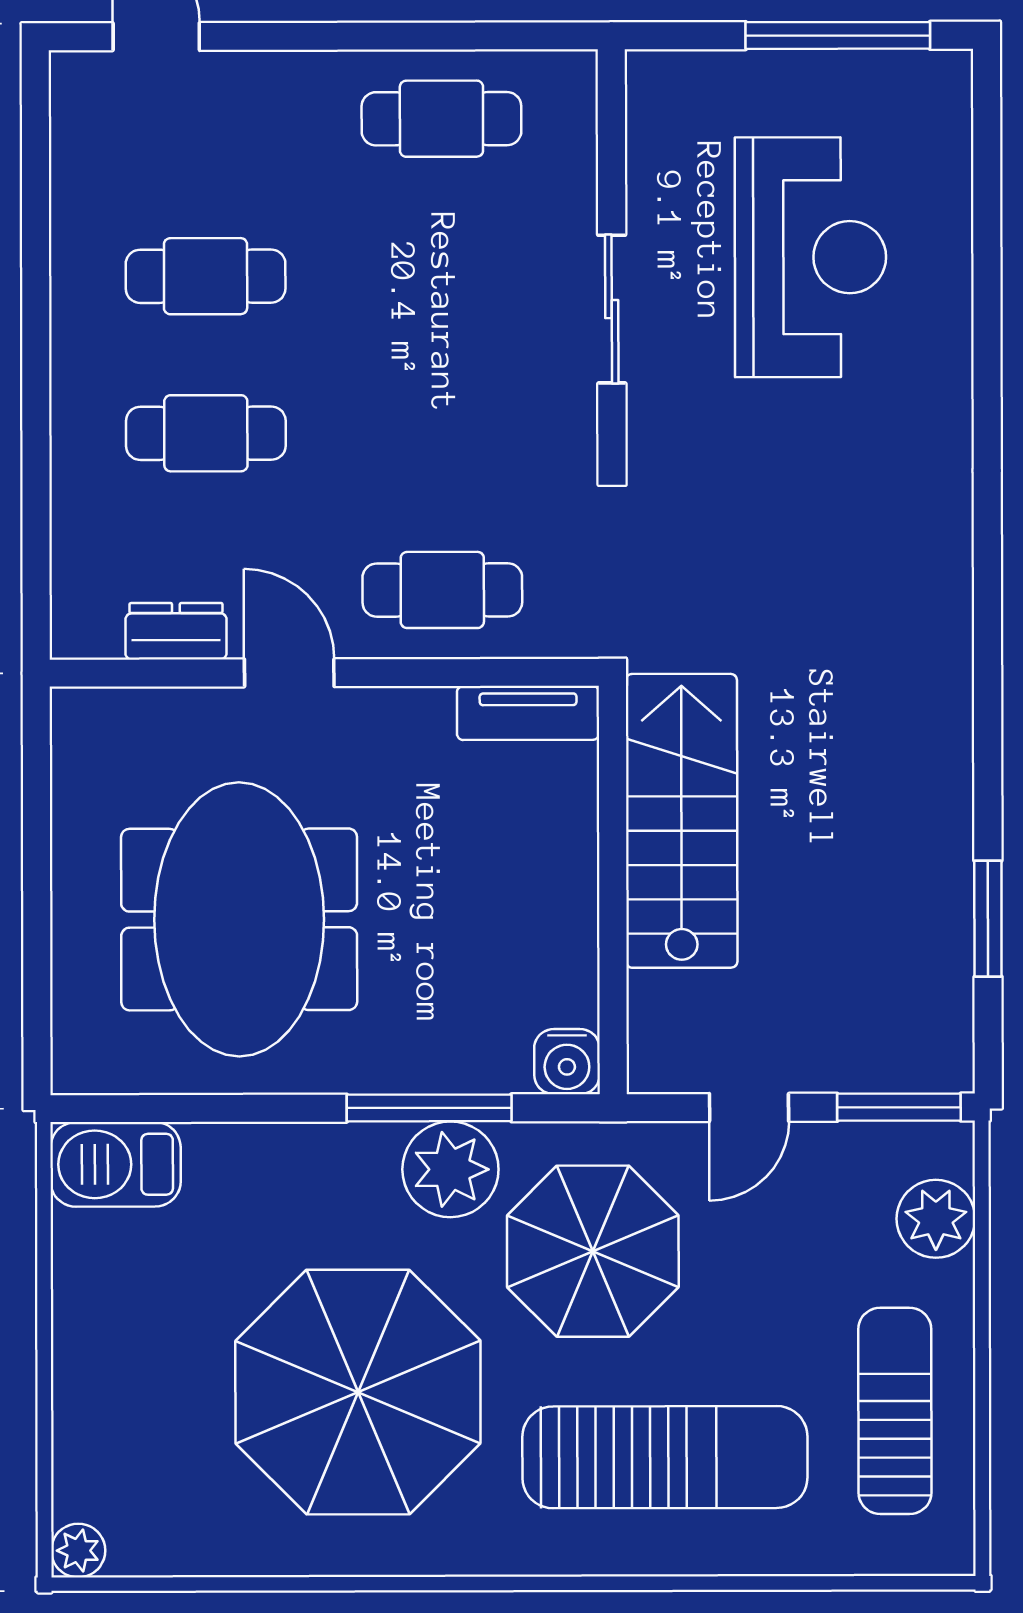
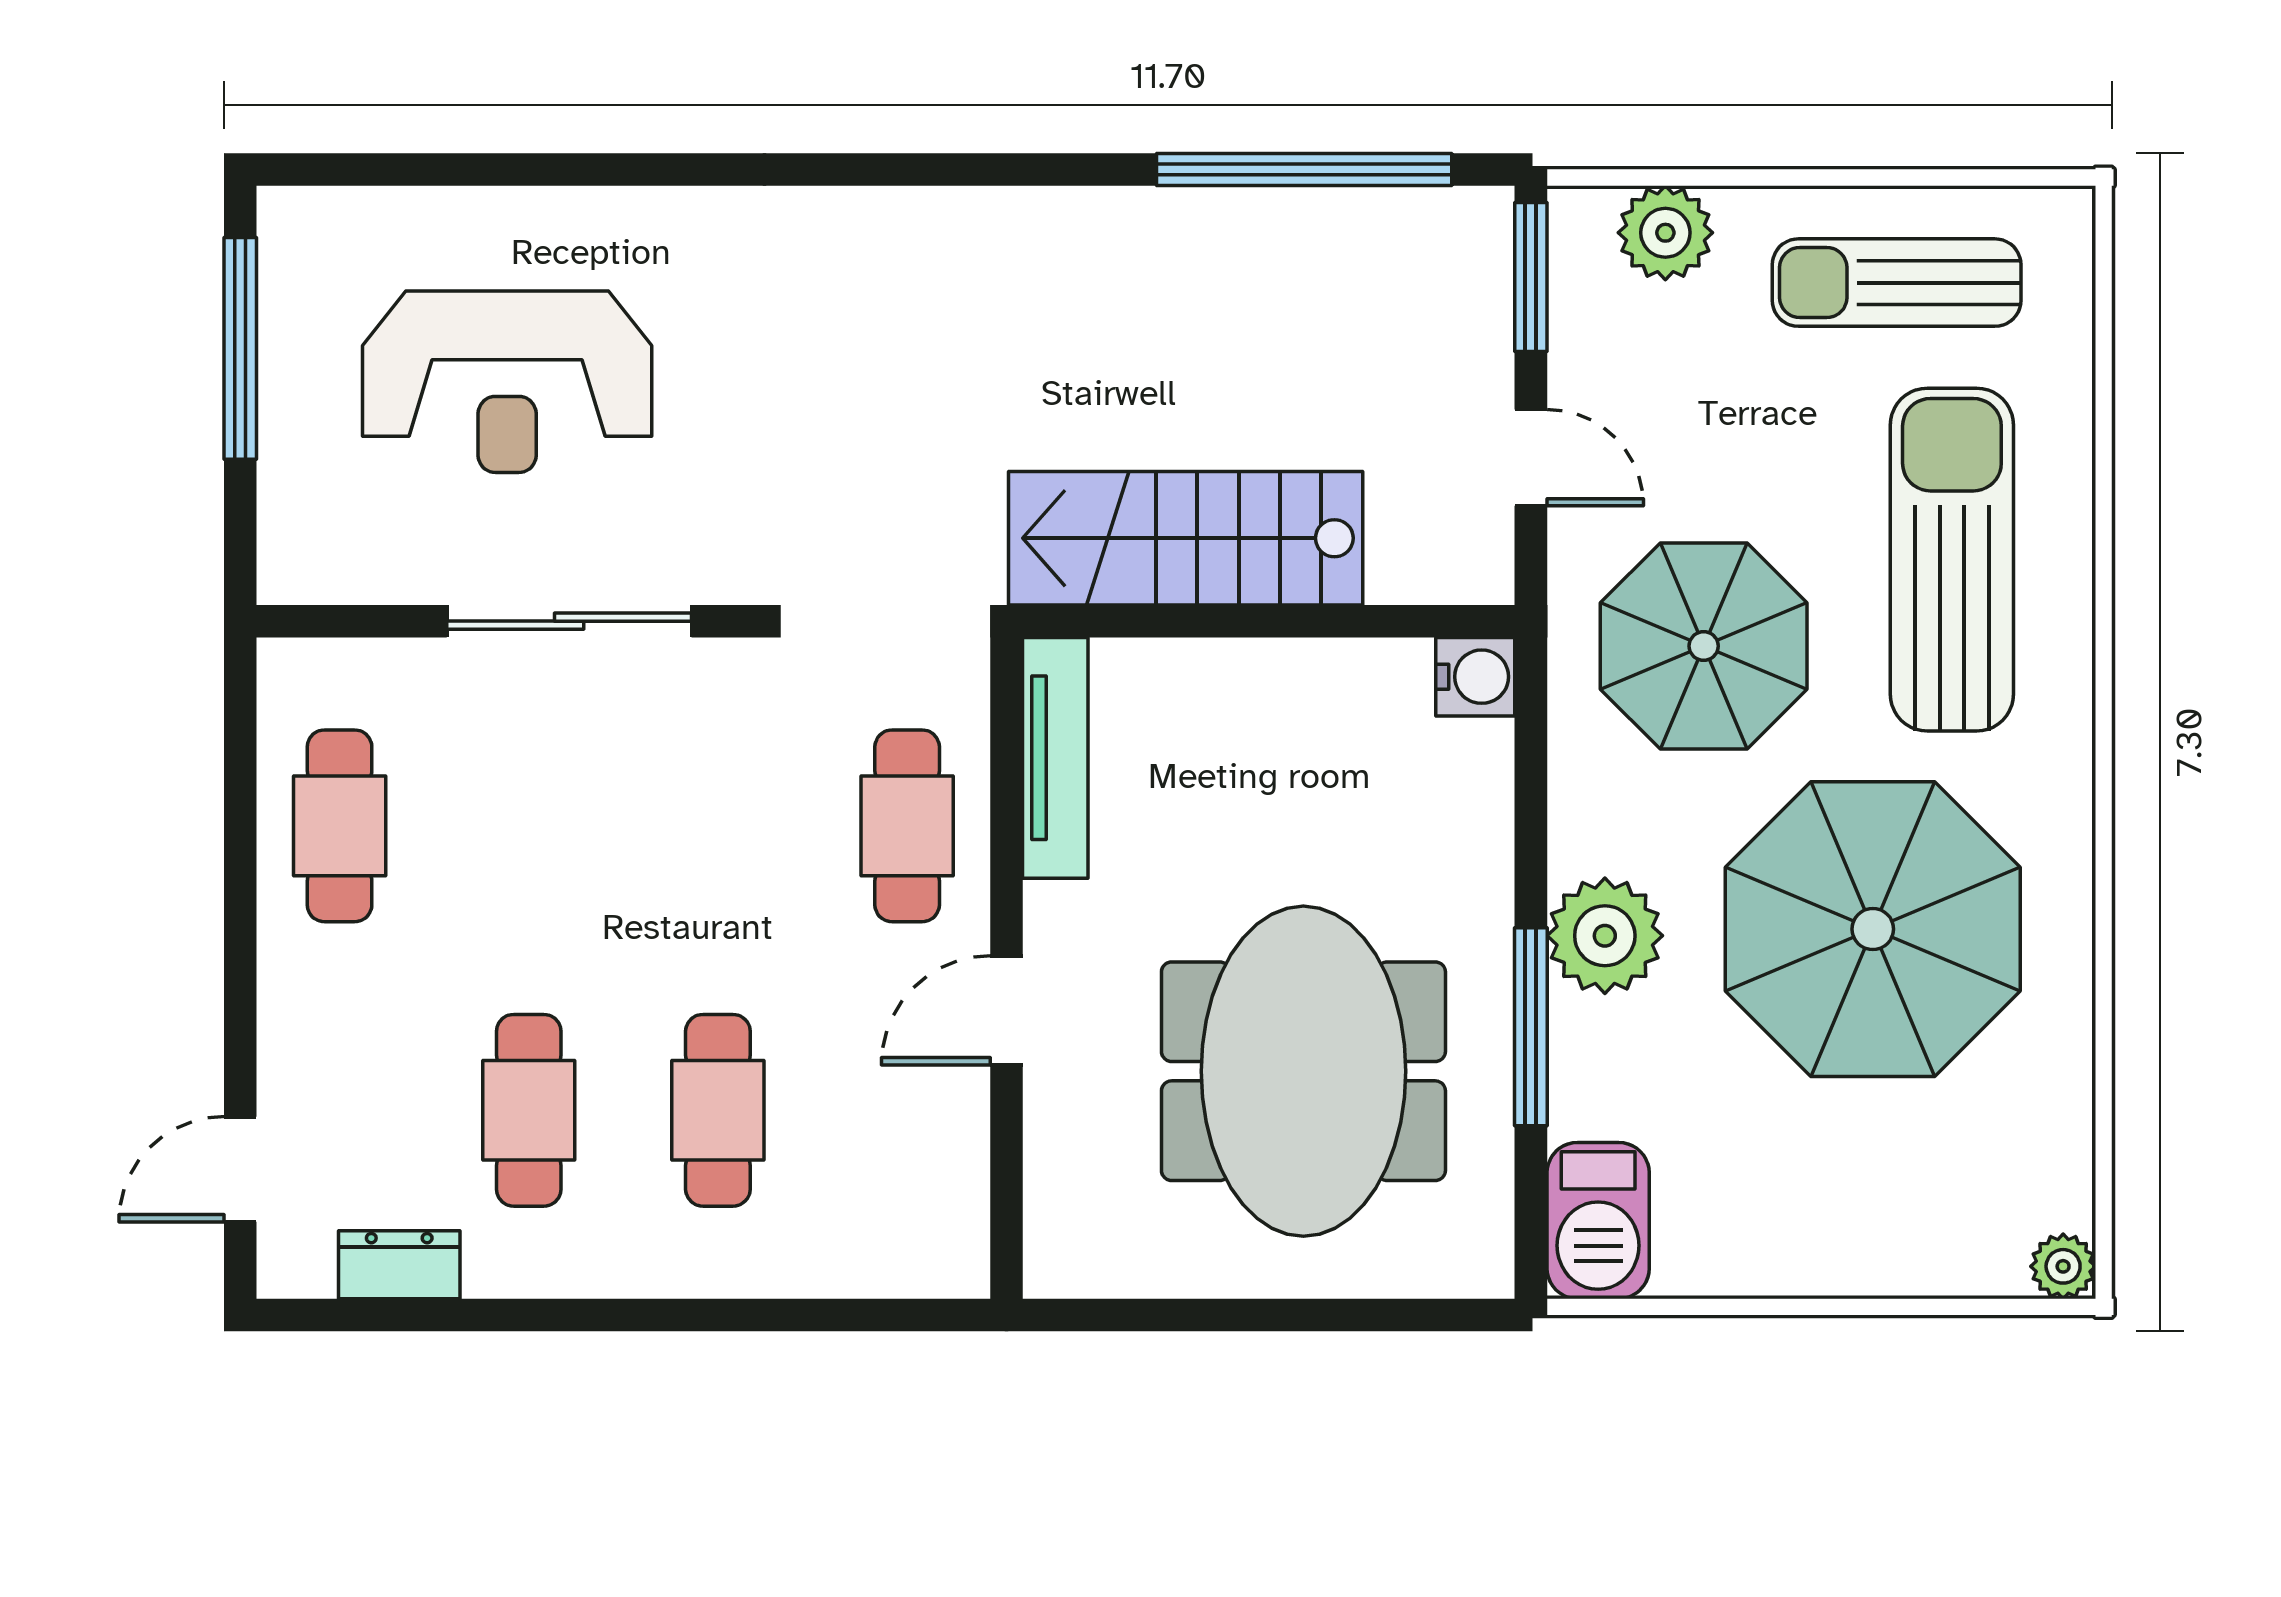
reception desk: (810, 257) -> (507, 382), turned 180
sliding door: (612, 309) -> (569, 621), width x1.37
dresser: (176, 631) -> (399, 1265), moved, turned 90
tv unit: (528, 713) -> (1055, 758), width x1.41
meeting table: (239, 919) -> (1303, 1071), turned 90
window: (988, 919) -> (1304, 169), width x2.11
window: (429, 1108) -> (1531, 1027), moved
plant: (450, 1169) -> (1605, 936), moved

